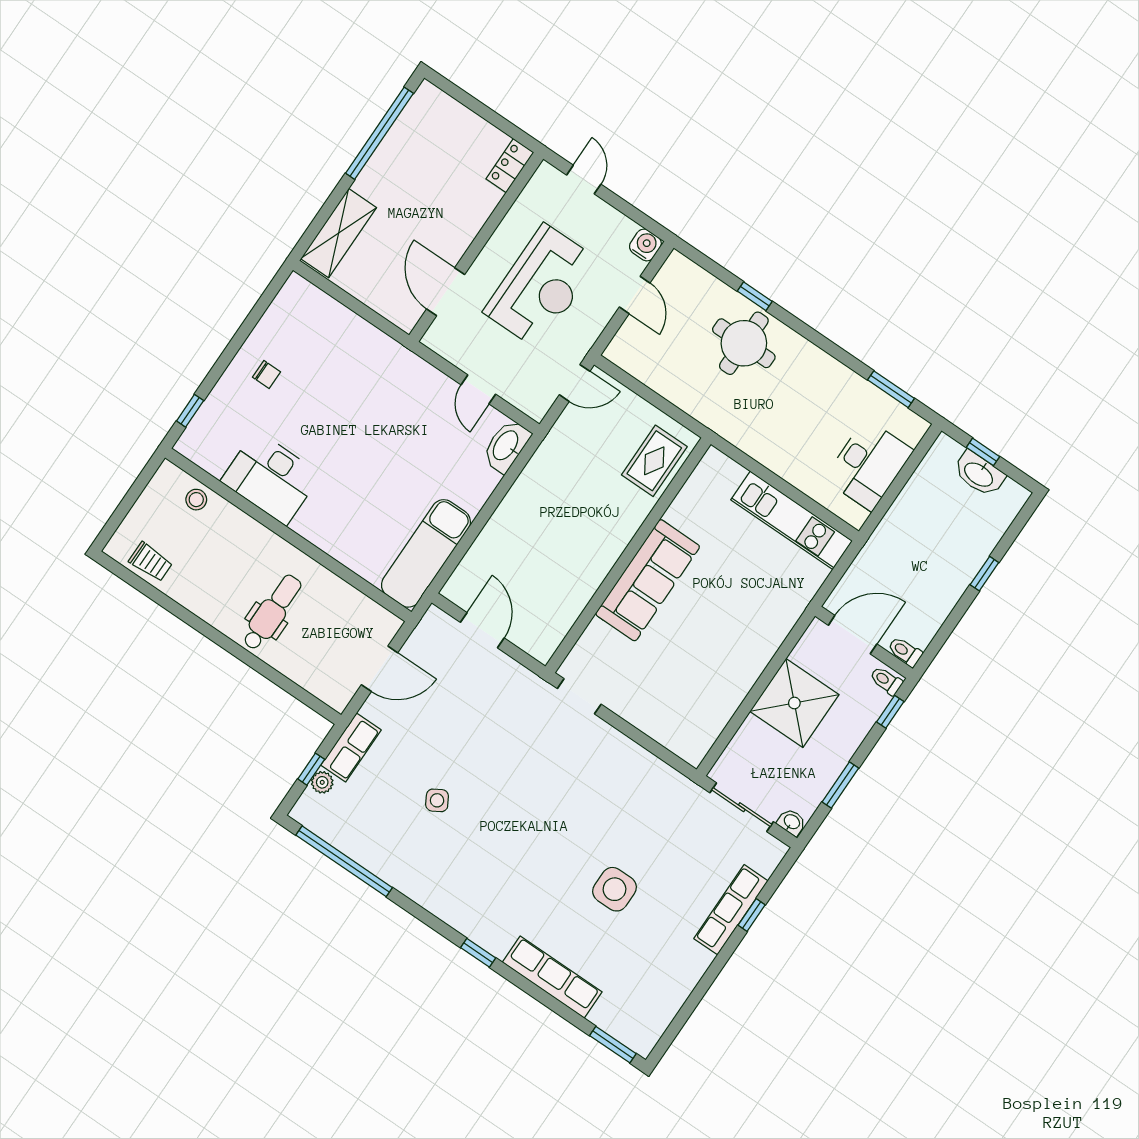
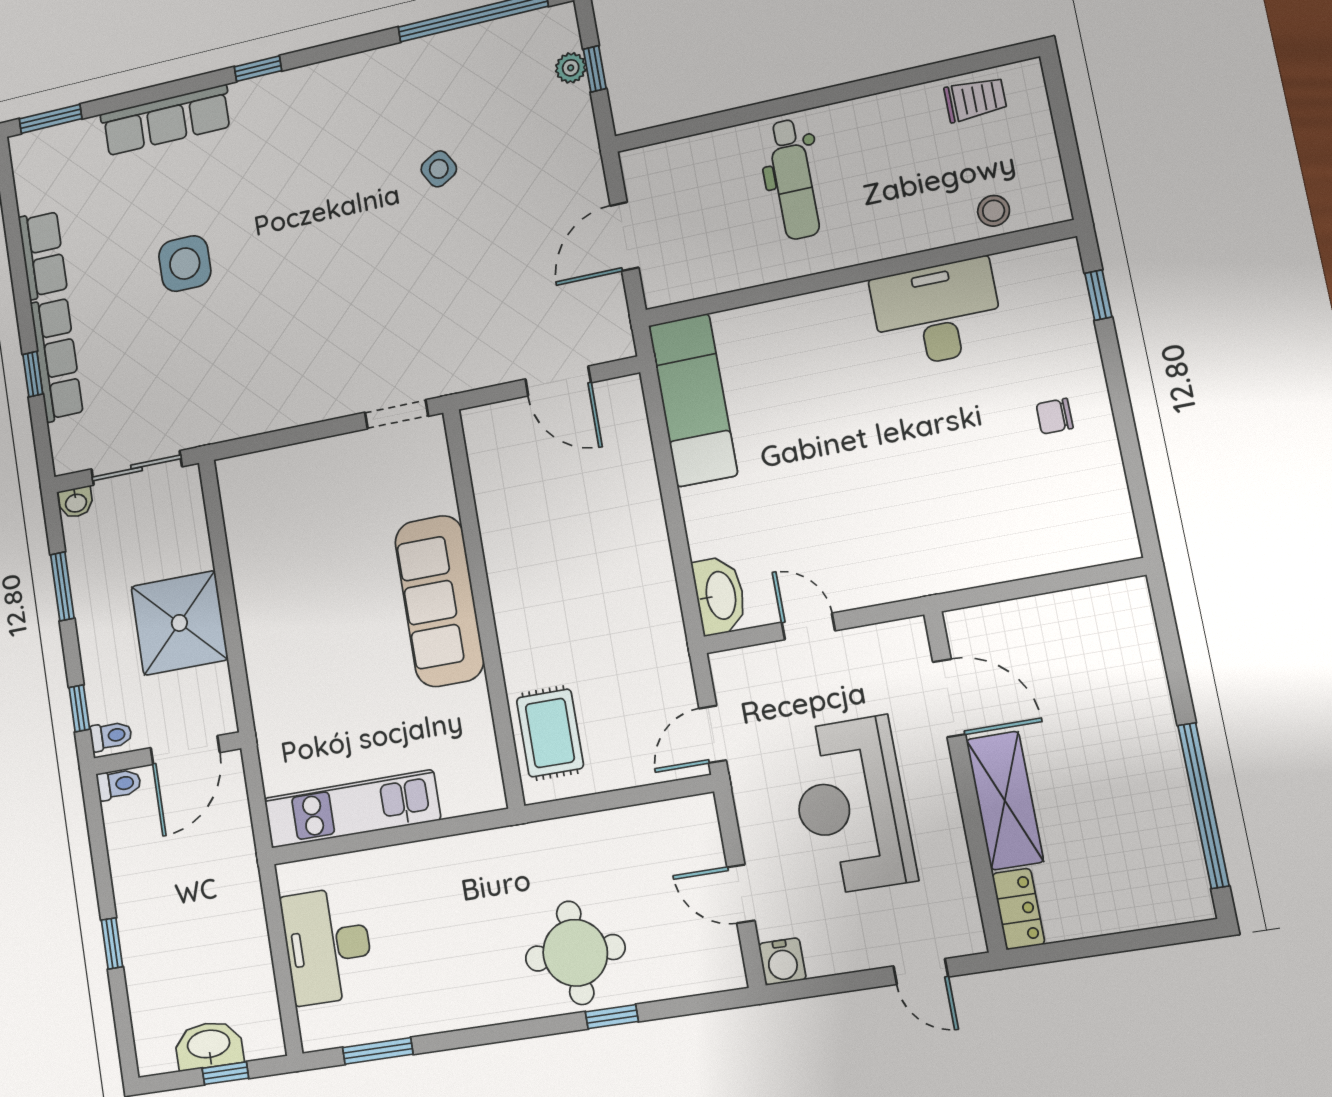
shelving: (339, 233) -> (1005, 800), moved
trolley: (151, 562) -> (975, 99), turned 180
row of seats: (351, 748) -> (43, 255), moved, turned 180

